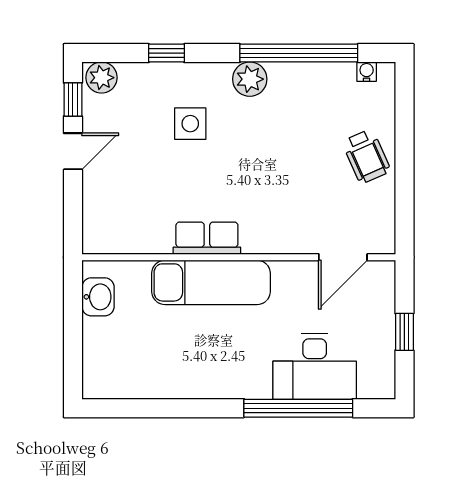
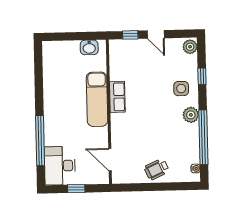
window: (73, 99) -> (130, 35), moved
side table: (190, 124) -> (181, 89), moved
desk: (315, 366) -> (60, 166), moved

